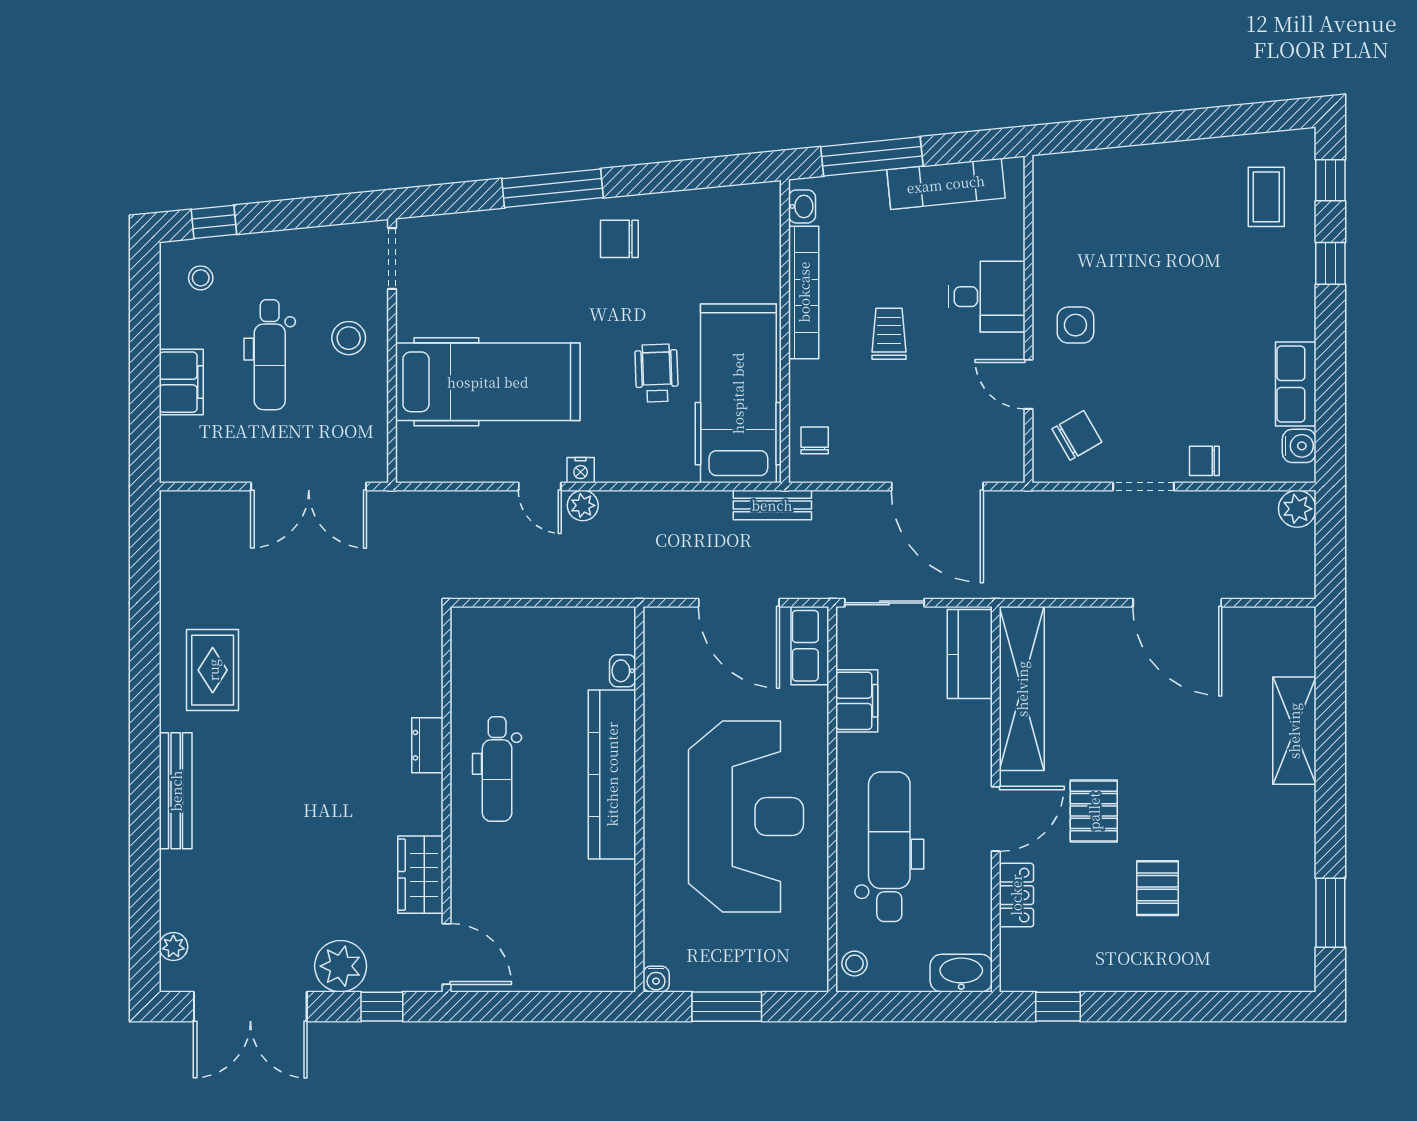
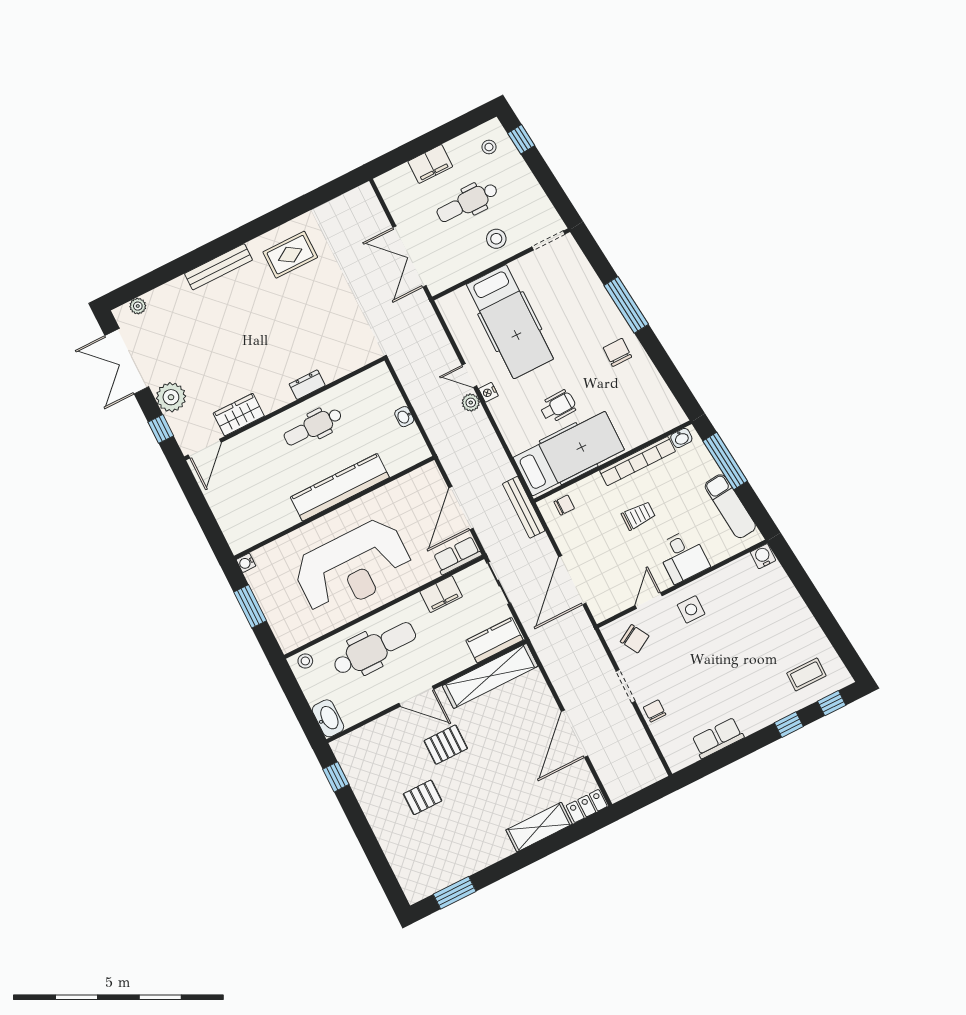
water cooler: (1299, 446) -> (763, 556), moved, turned 180
door: (540, 486) -> (469, 376), hinge flipped
bench: (772, 505) -> (524, 507), width x1.36
plant: (1297, 509) -> (654, 771), removed
washbasin: (623, 671) -> (404, 417), moved, turned -90
locker: (1016, 895) -> (587, 806), moved, turned 180

